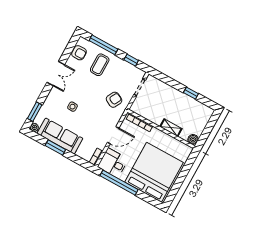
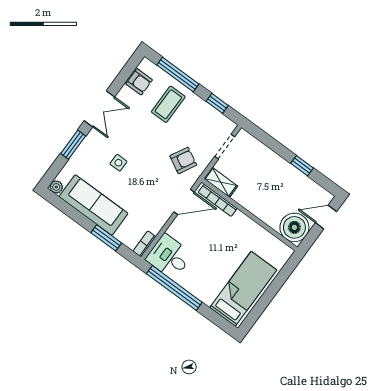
window: (35, 112) -> (73, 145), moved
door: (211, 124) -> (326, 217), added
shelving: (171, 128) -> (221, 182), moved
door: (113, 135) -> (184, 202), moved
boiler: (193, 139) -> (294, 227), width x1.86, depth x1.86
window: (55, 147) -> (106, 238), moved
bed: (154, 172) -> (243, 289), width x0.49

